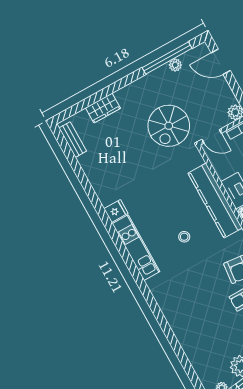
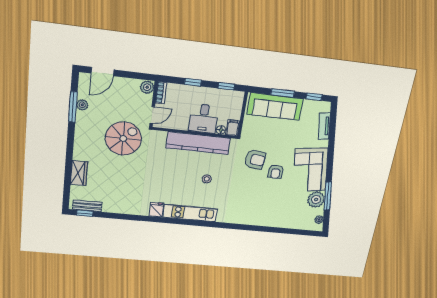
window: (167, 58) -> (73, 107), width x0.68
spiral stairs: (169, 126) -> (123, 139), turned -90
window: (63, 143) -> (85, 213), added

